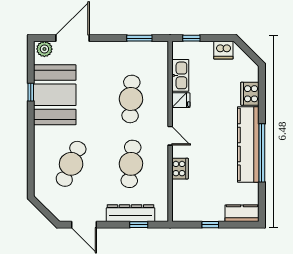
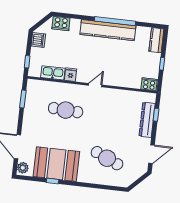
cooker: (250, 94) -> (61, 23), moved
cafe table: (131, 164) -> (112, 115), removed
cooker: (180, 169) -> (149, 84), moved

